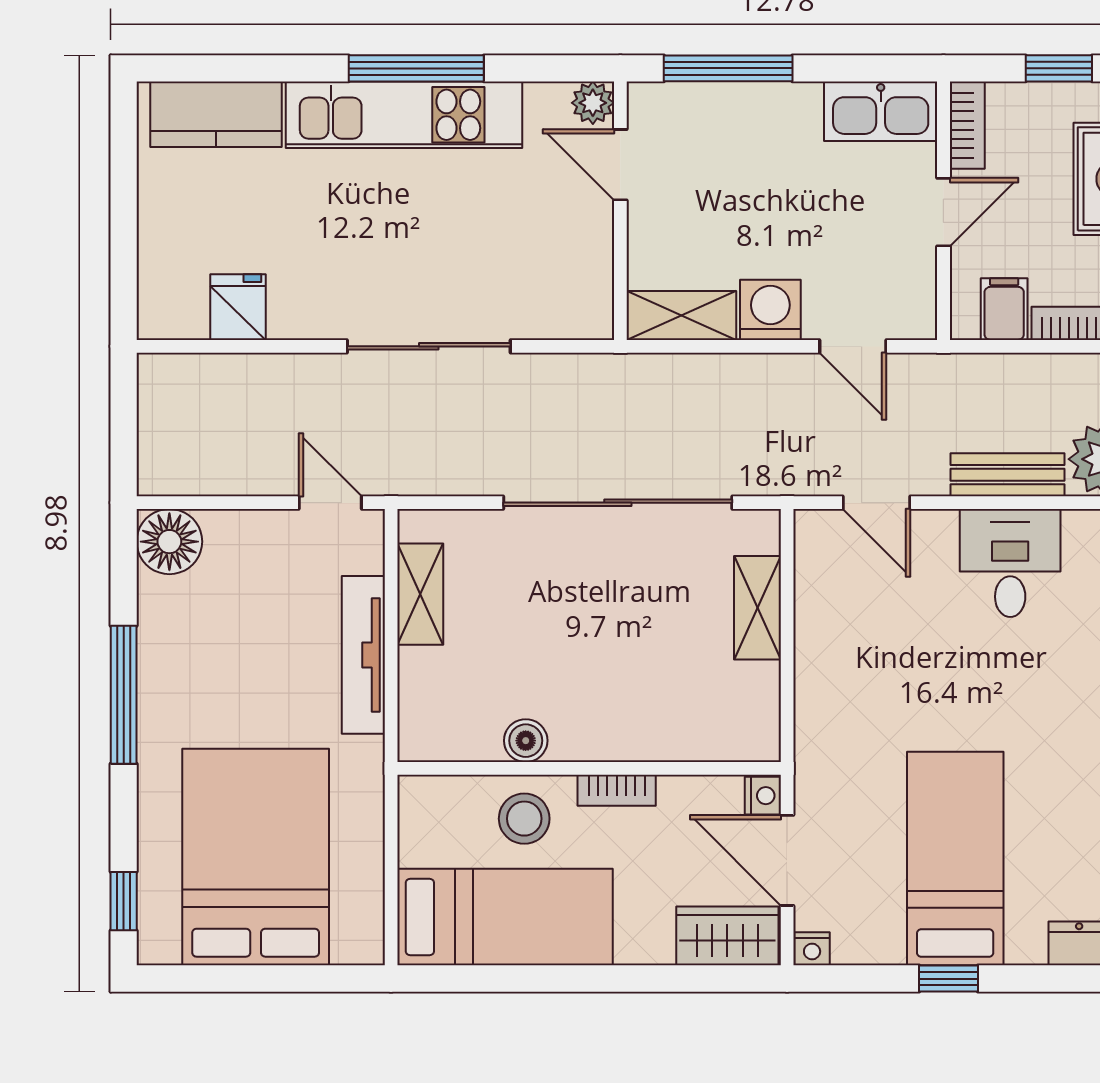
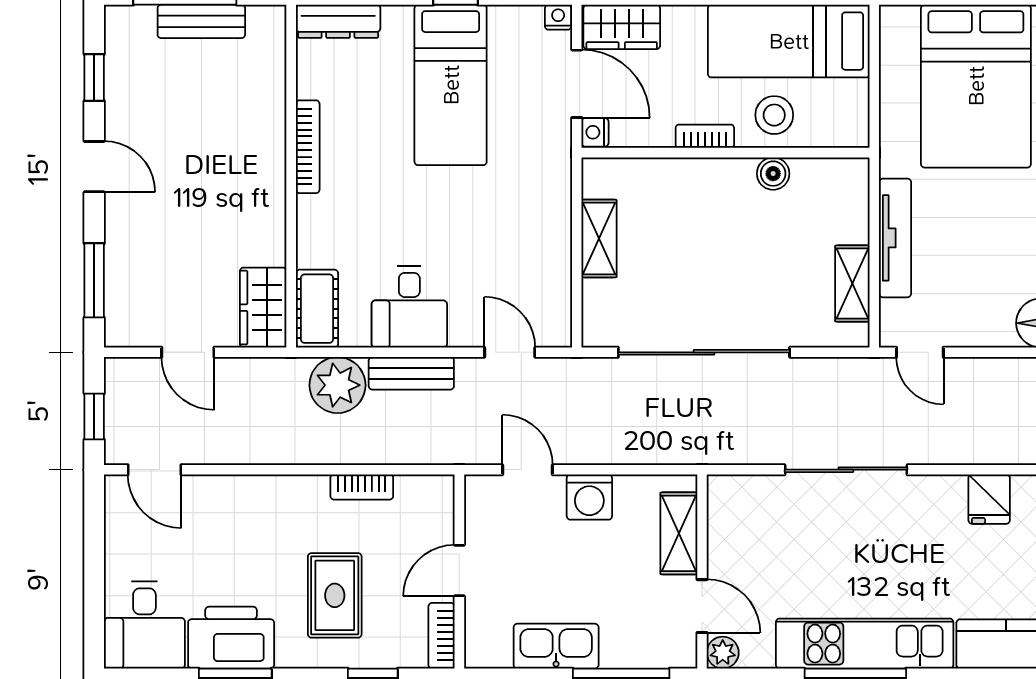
kitchen sink: (881, 111) -> (556, 646), moved
filing cabinet: (1004, 309) -> (414, 498), removed
shelving: (681, 315) -> (679, 533), moved, turned 90
shelving: (758, 608) -> (599, 238), moved

